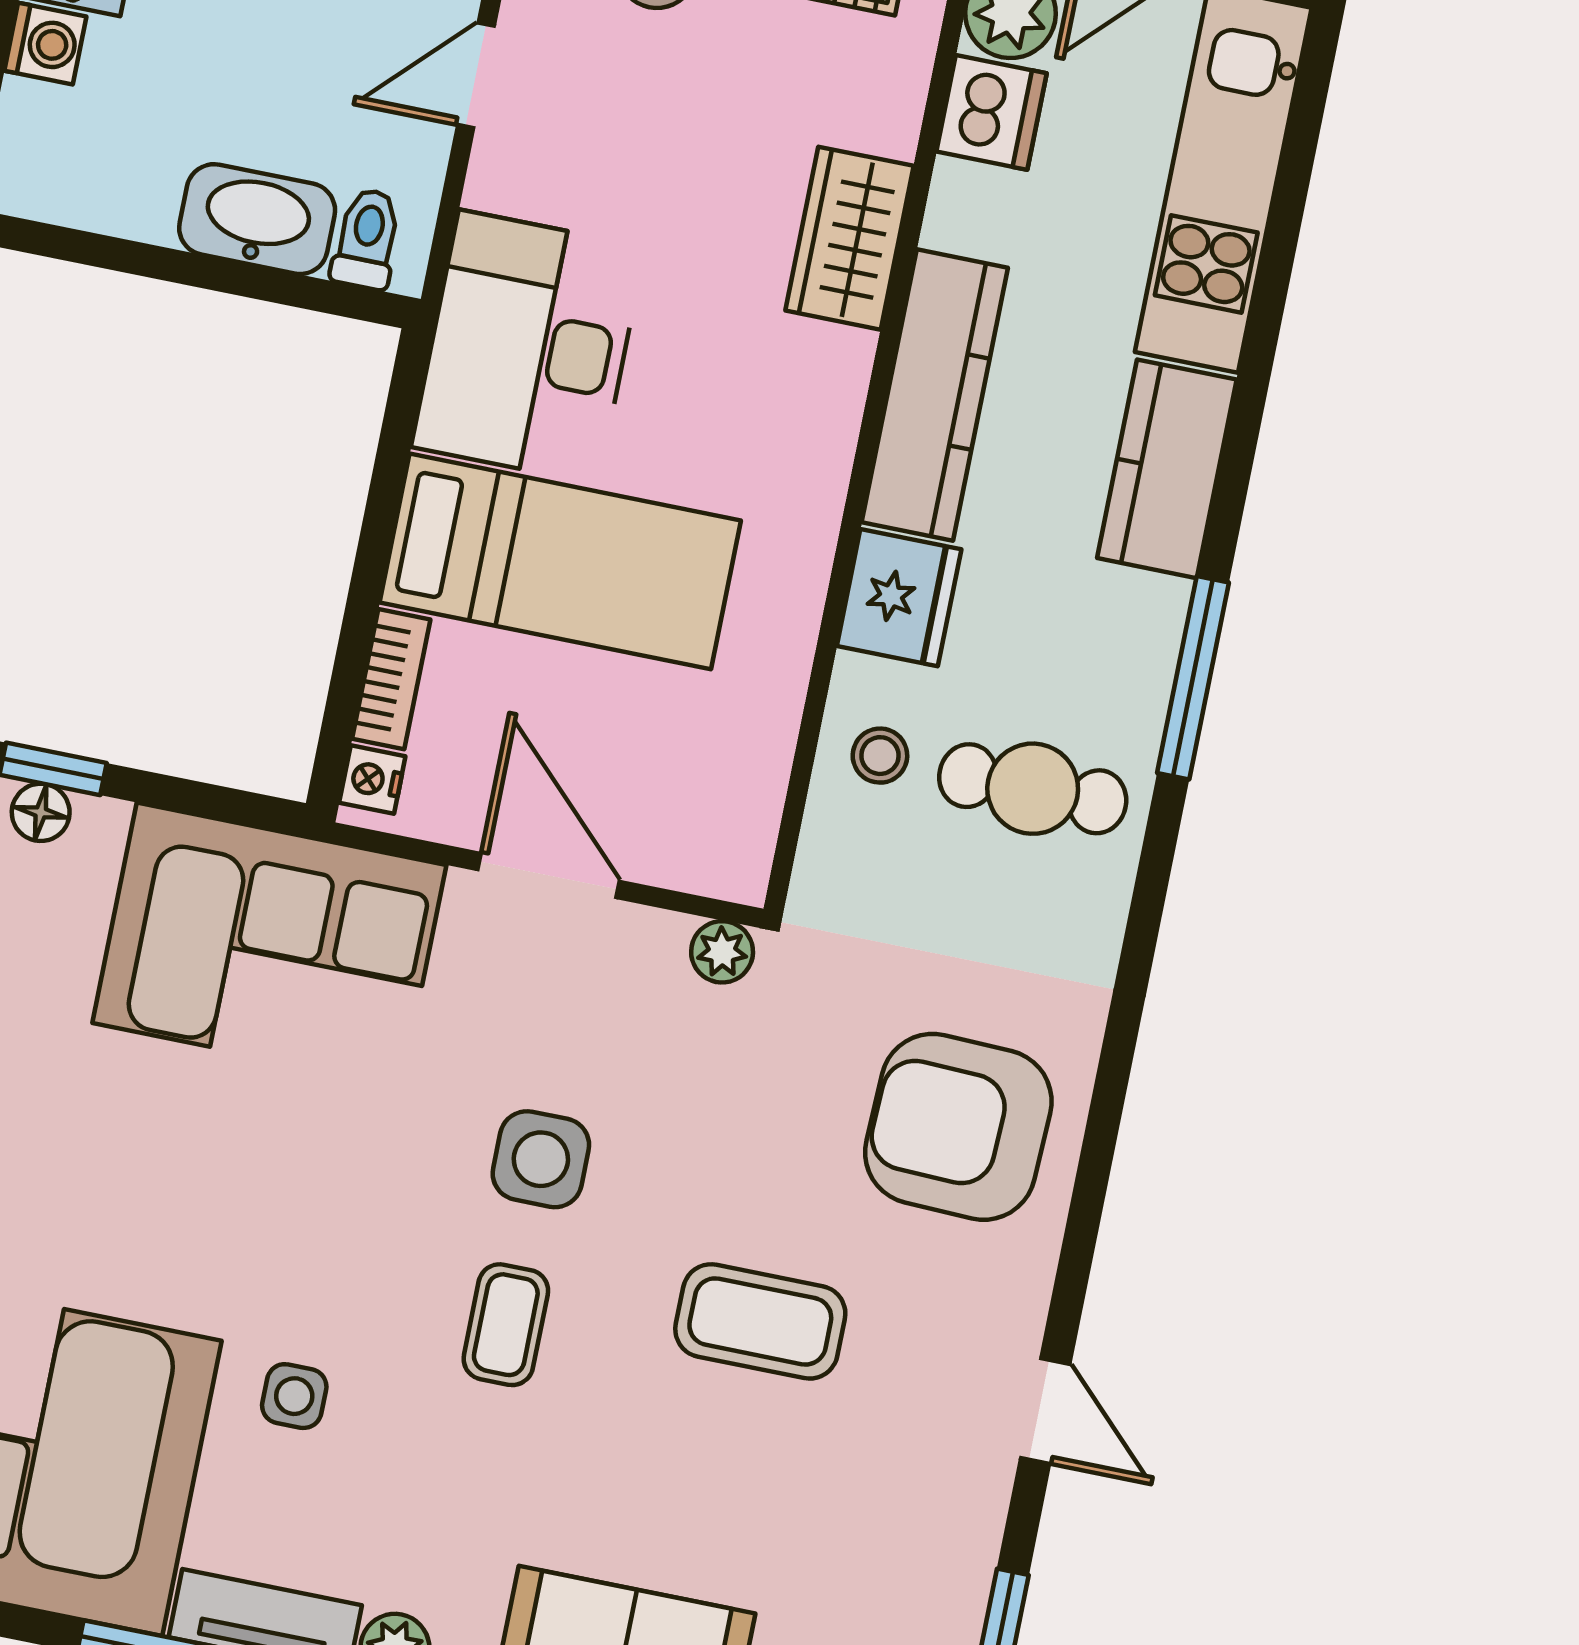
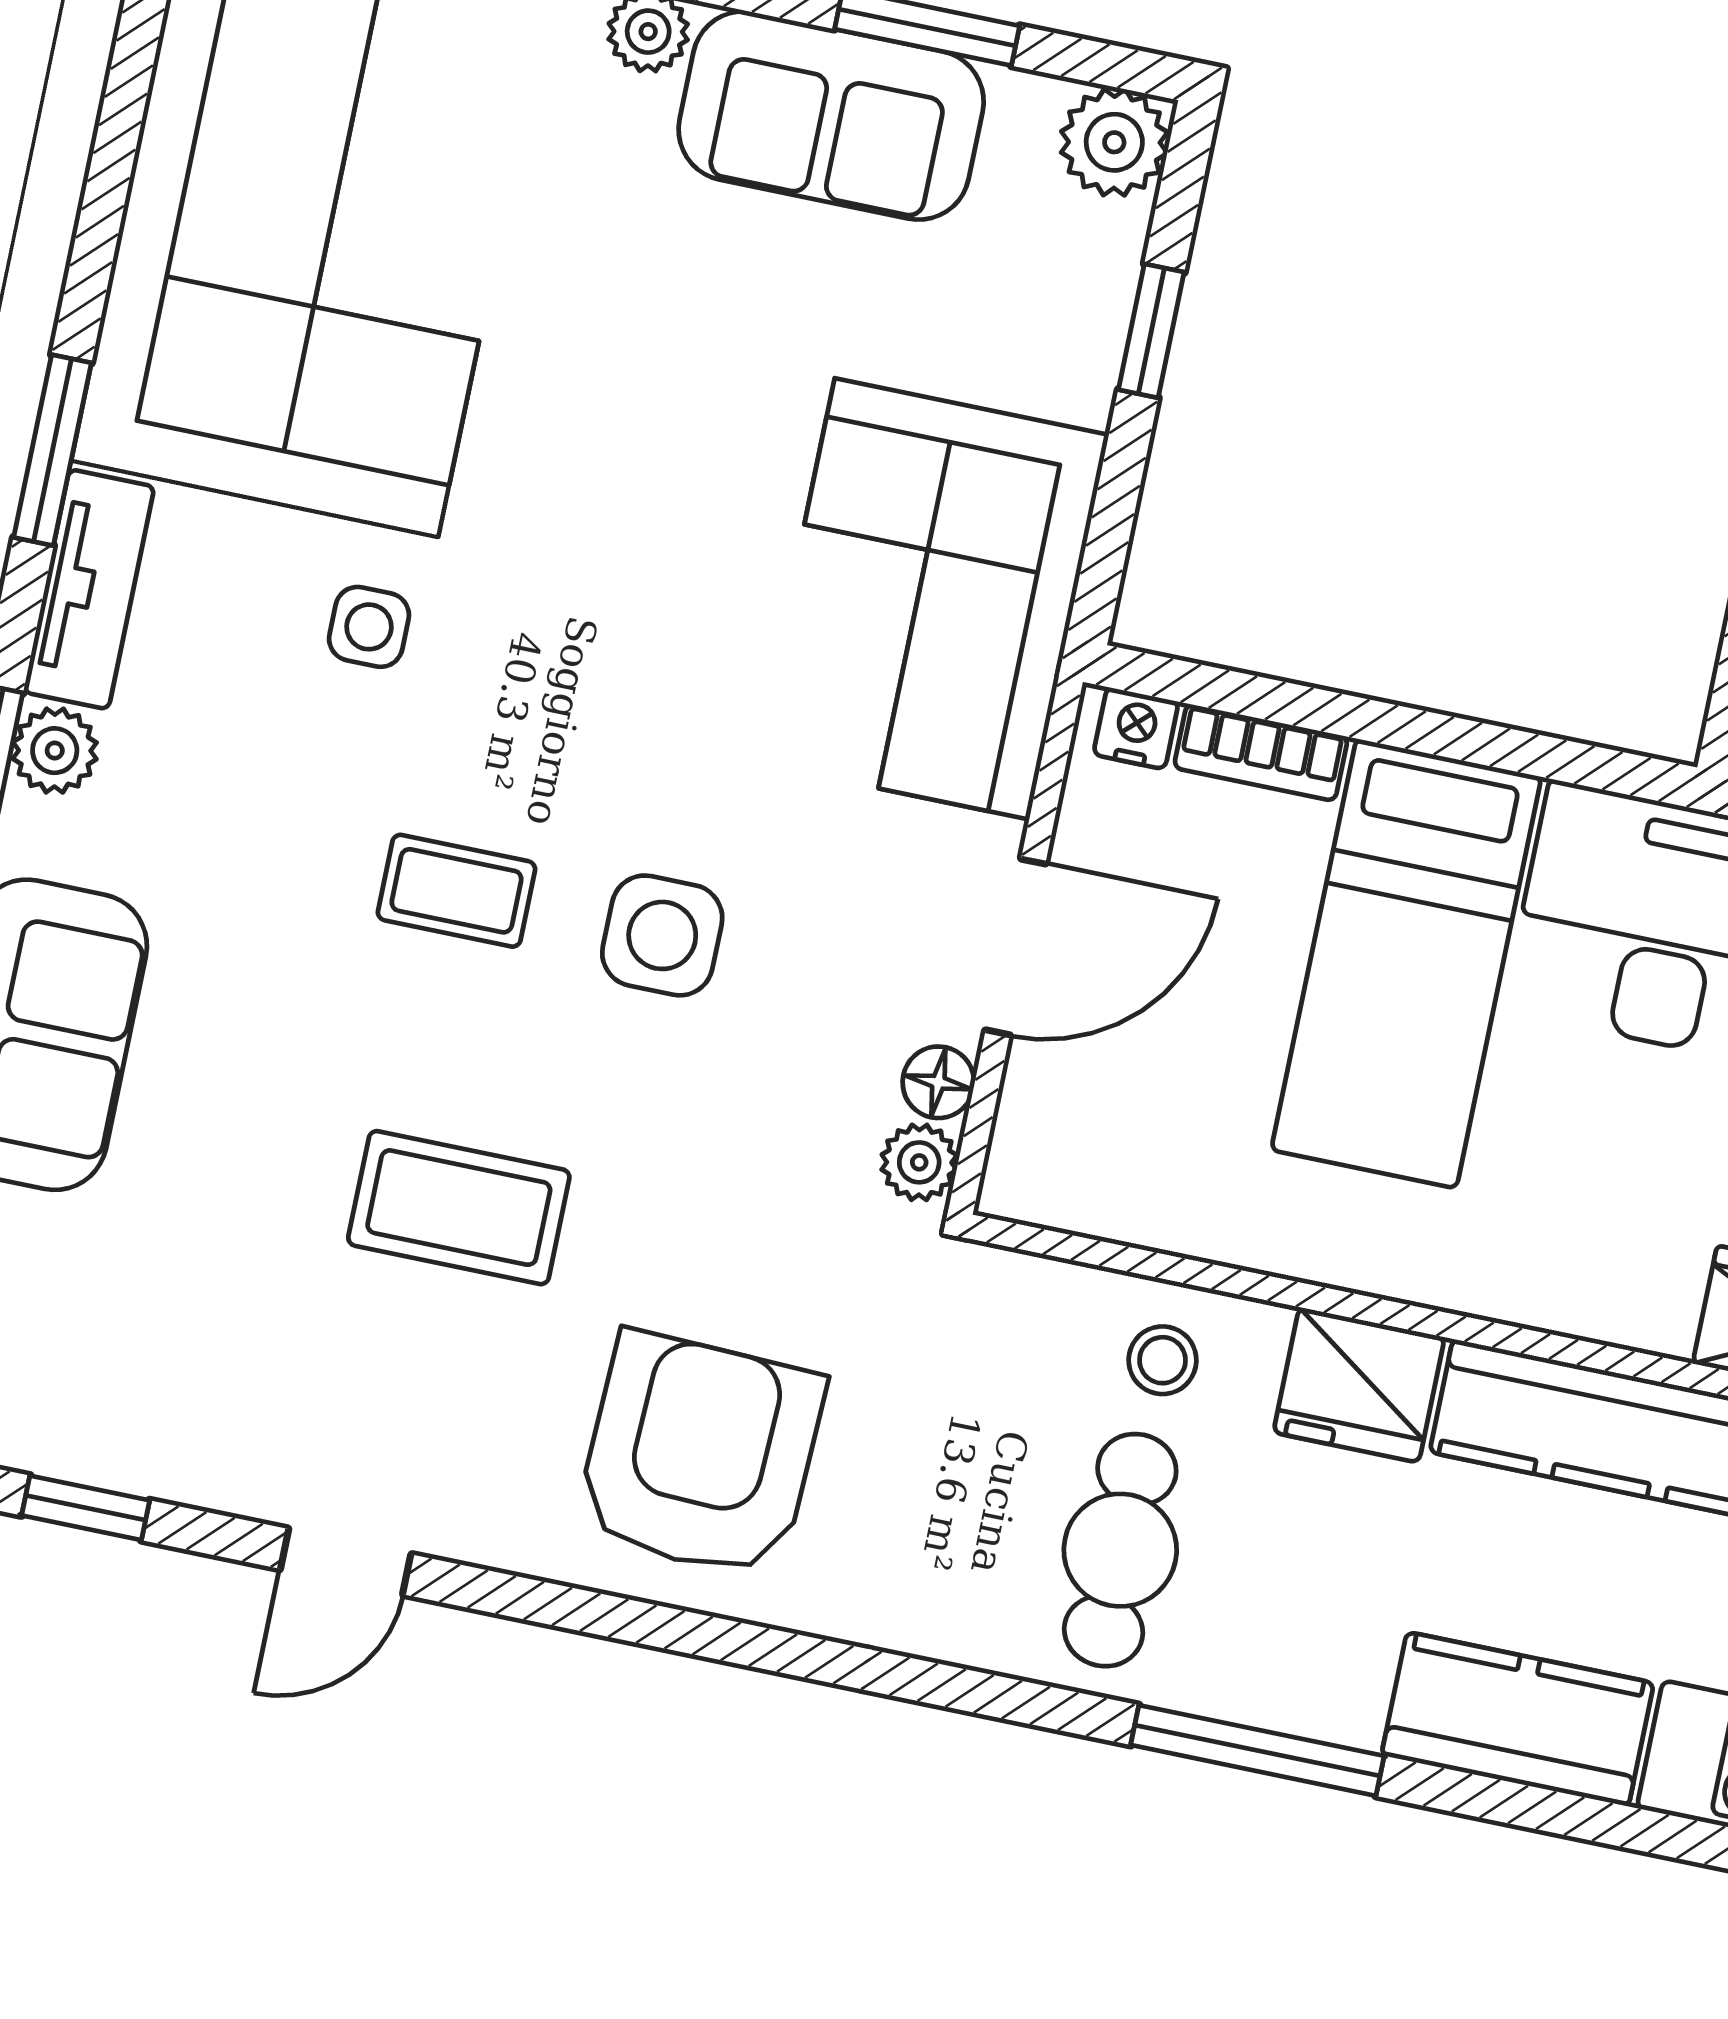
floor lamp: (41, 812) -> (938, 1082), moved
coffee table: (760, 1321) -> (459, 1208), turned 90

